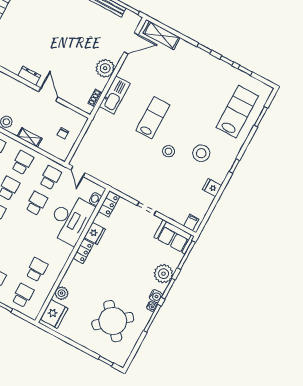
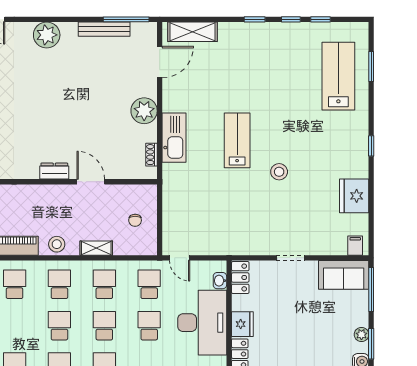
stool: (201, 153) -> (321, 152), removed
fridge: (212, 188) -> (354, 196), width x1.88, depth x1.34
plant: (163, 274) -> (361, 334), width x0.53, depth x0.53

